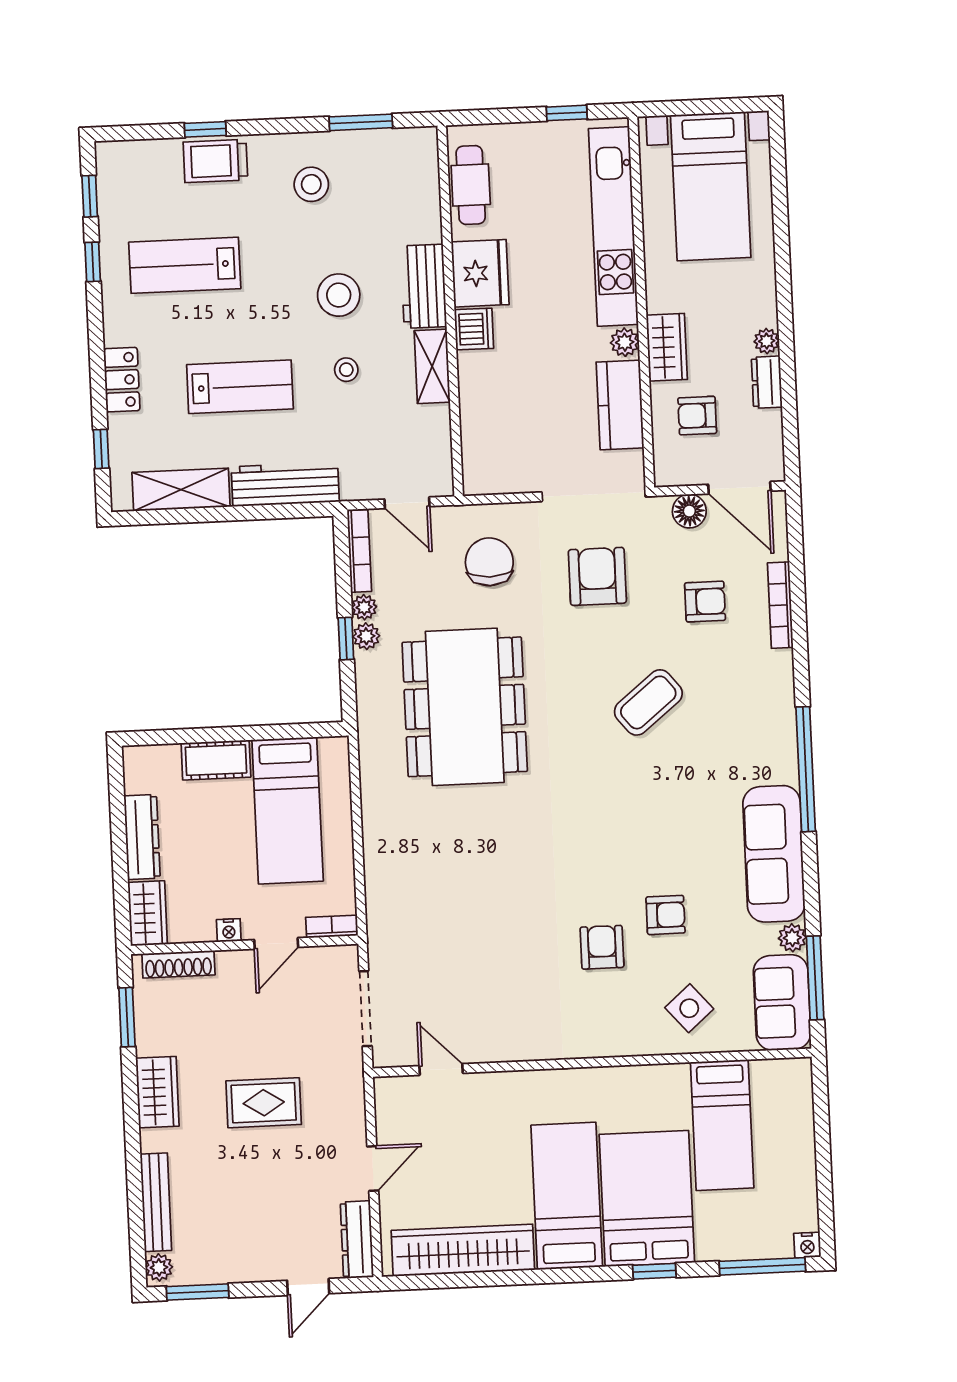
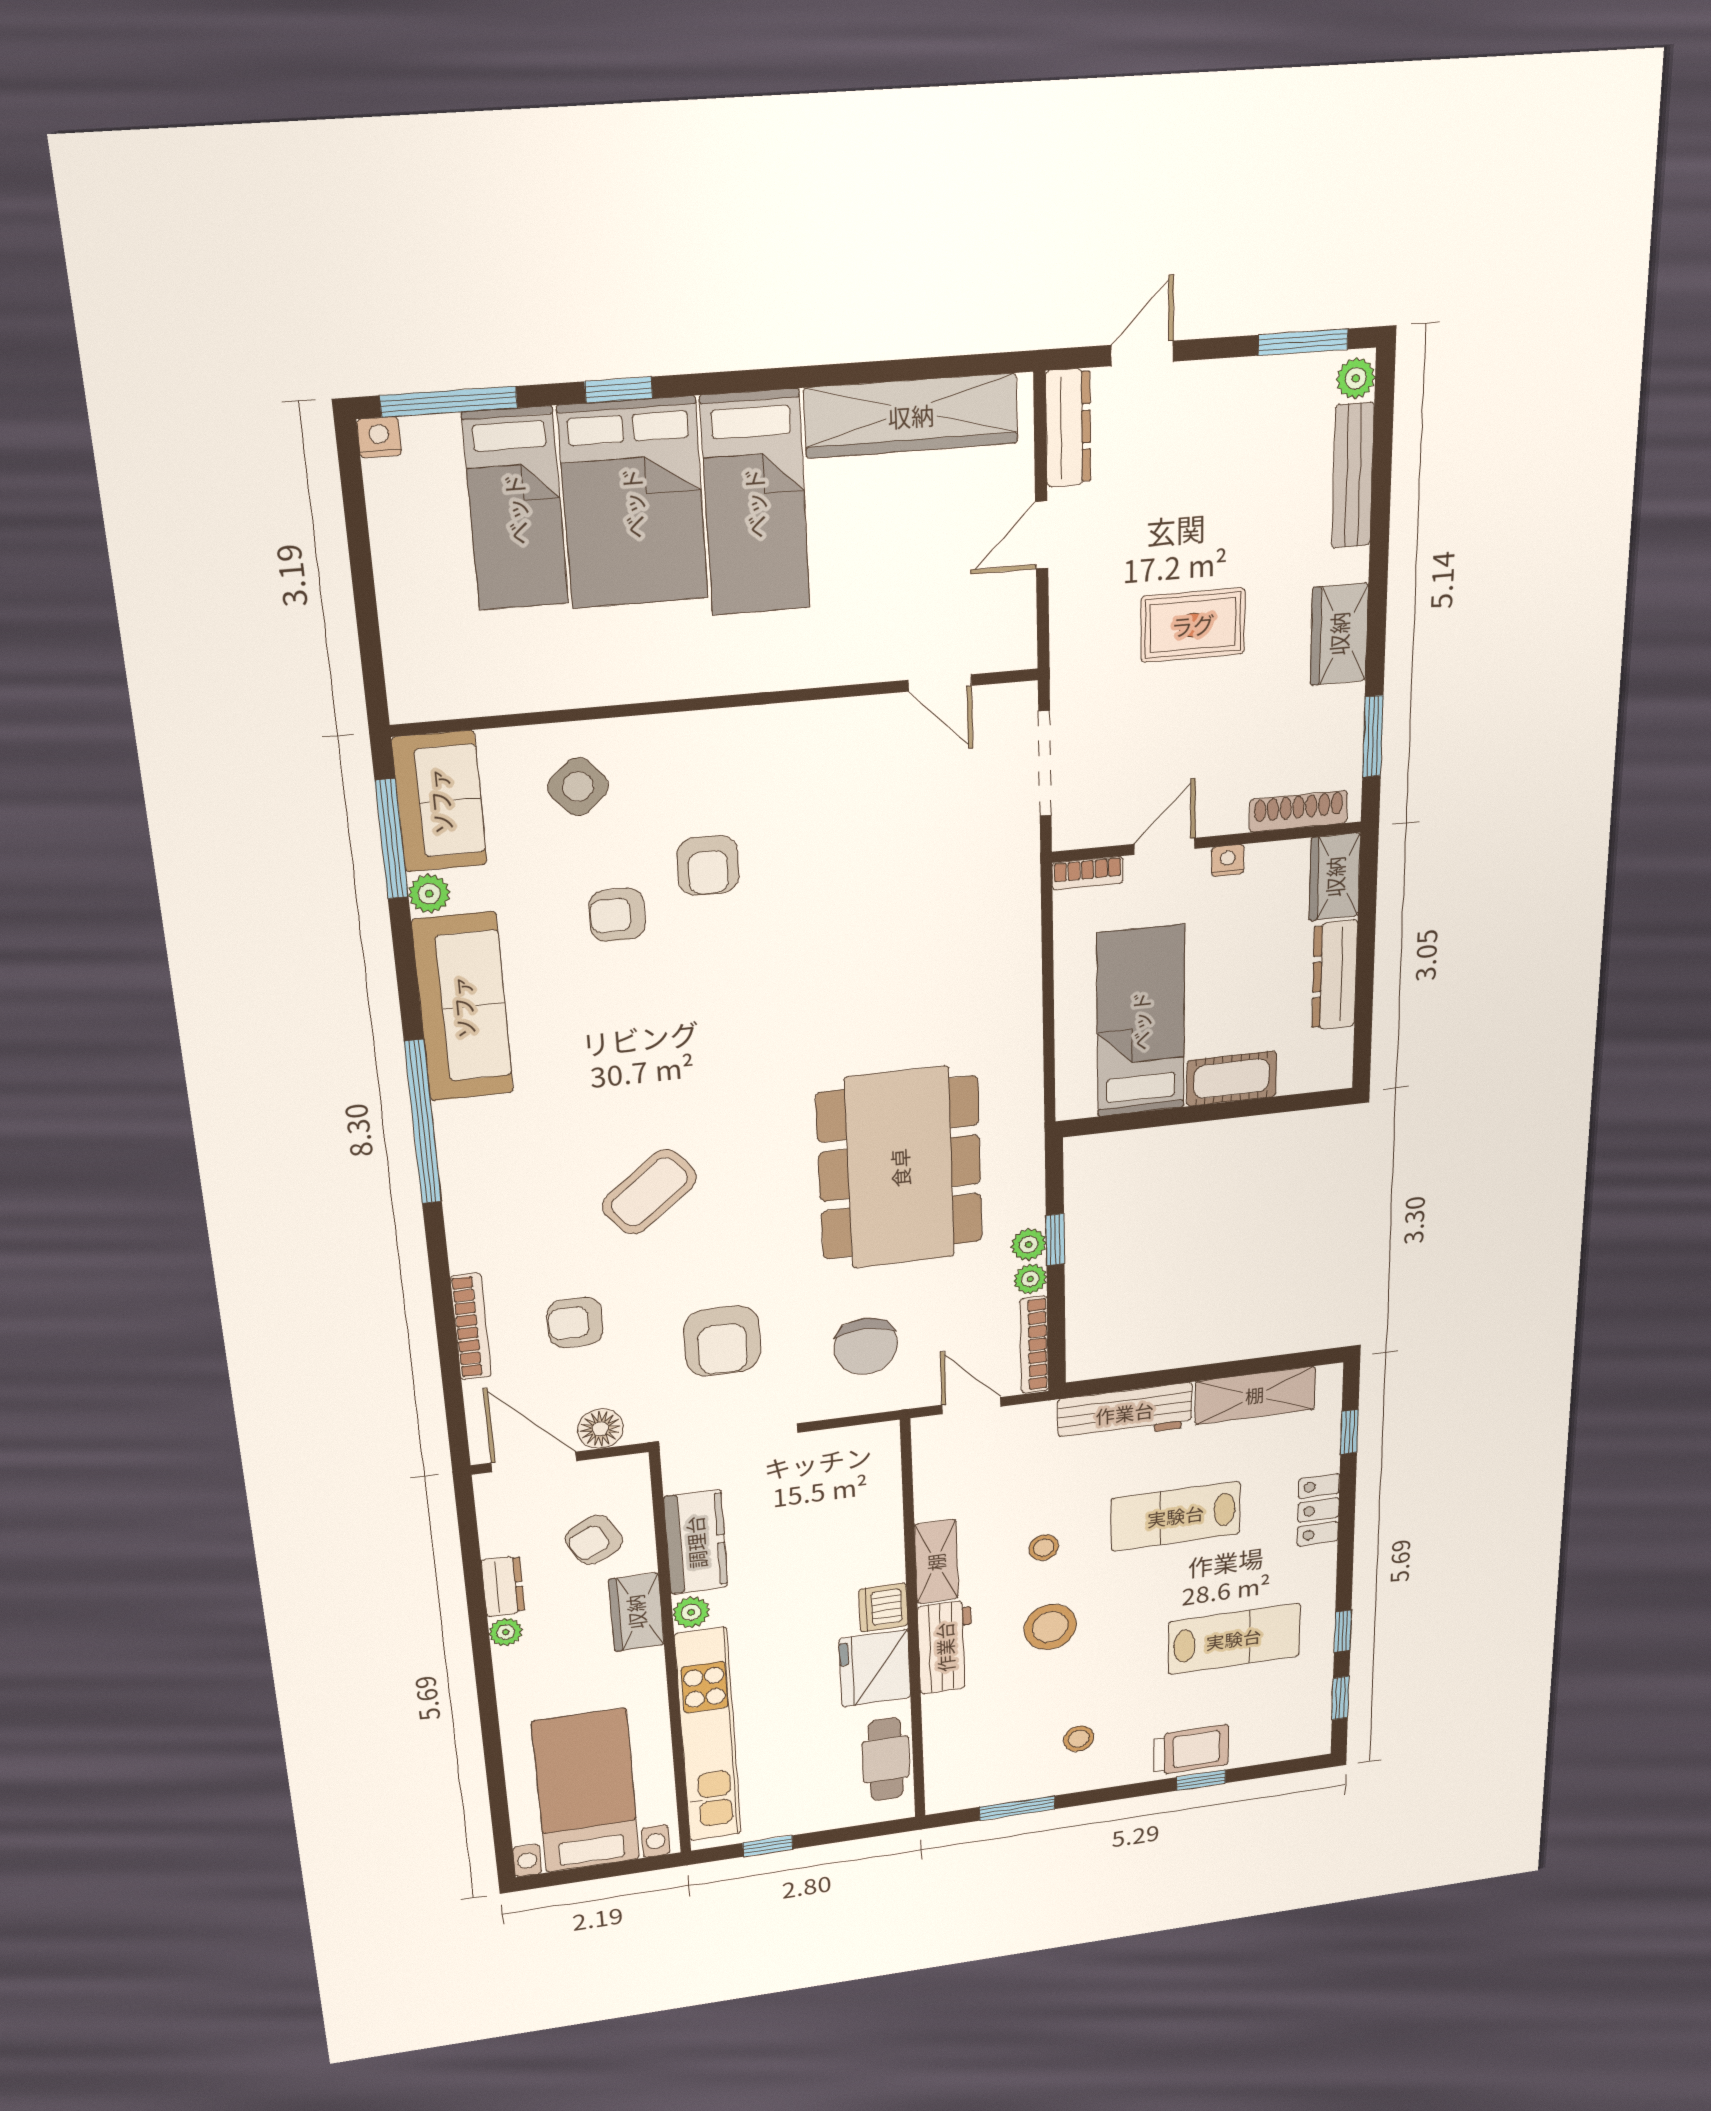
stool: (311, 184) -> (1079, 1739), width x0.73, depth x0.73
armchair: (697, 416) -> (594, 1540), turned 152
bed: (722, 1125) -> (516, 509), moved, turned 180

